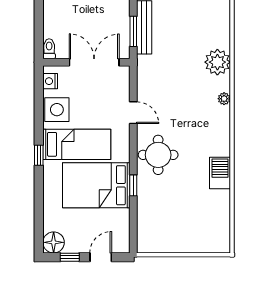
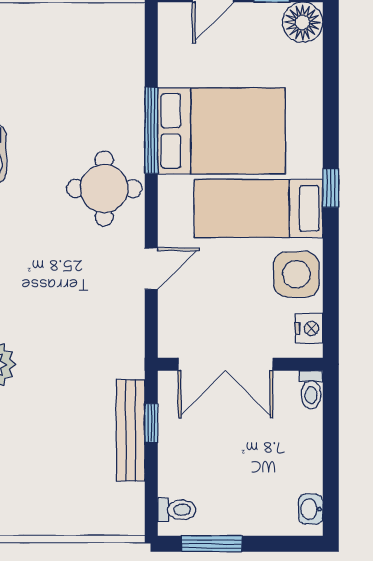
window: (133, 31) -> (151, 423), width x0.67
door: (133, 113) -> (151, 269), swing flipped
window: (133, 185) -> (151, 130), width x2.17

